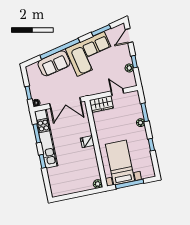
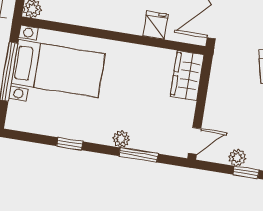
door: (117, 92) -> (195, 141), moved
fridge: (87, 142) -> (155, 25), moved

